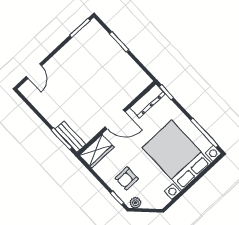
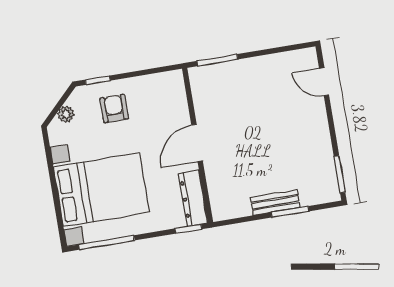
bench: (70, 137) -> (275, 202), moved
wardrobe: (97, 151) -> (173, 94), removed
plant: (135, 203) -> (66, 114), moved

